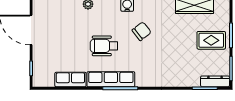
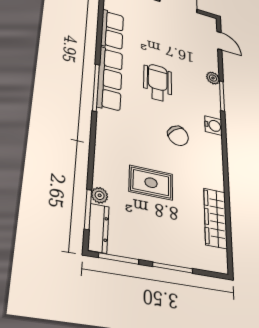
rug: (211, 40) -> (151, 183), moved, turned 90
plant: (195, 82) -> (100, 195), added

